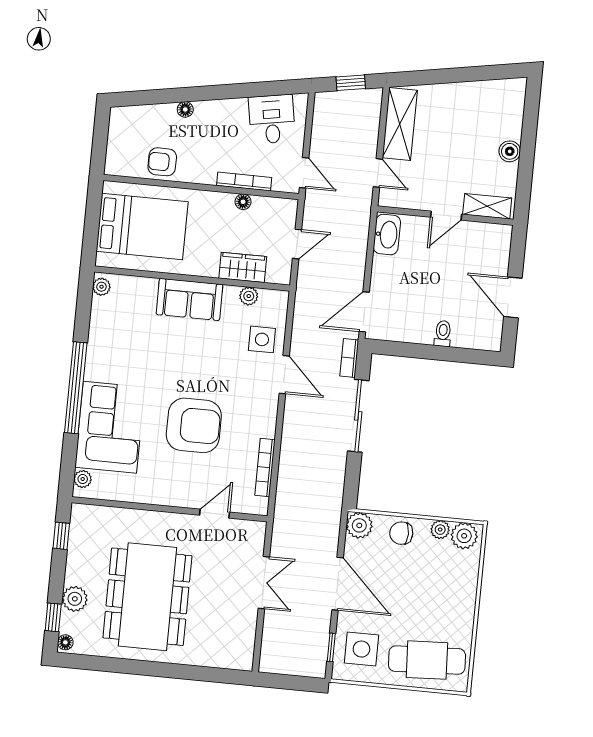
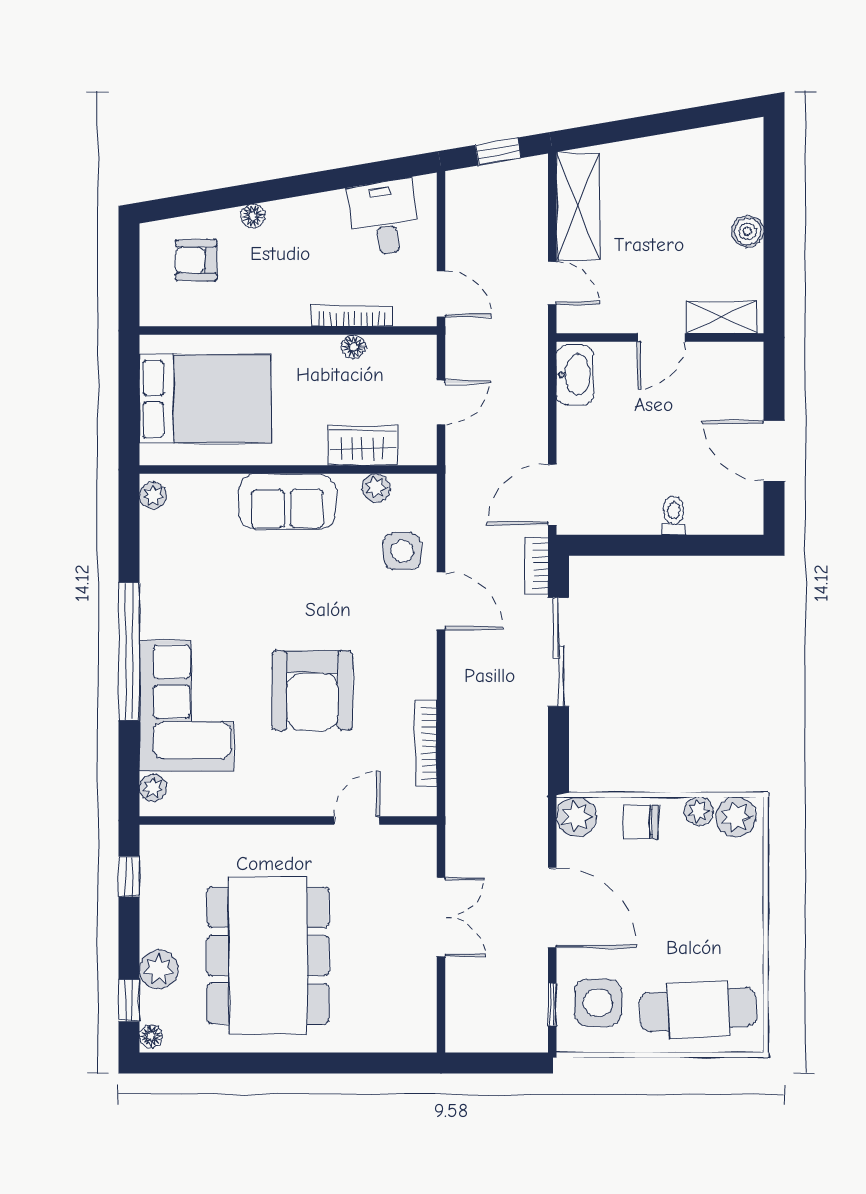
armchair: (162, 162) -> (196, 260), moved
armchair: (194, 425) -> (312, 691), turned 90

